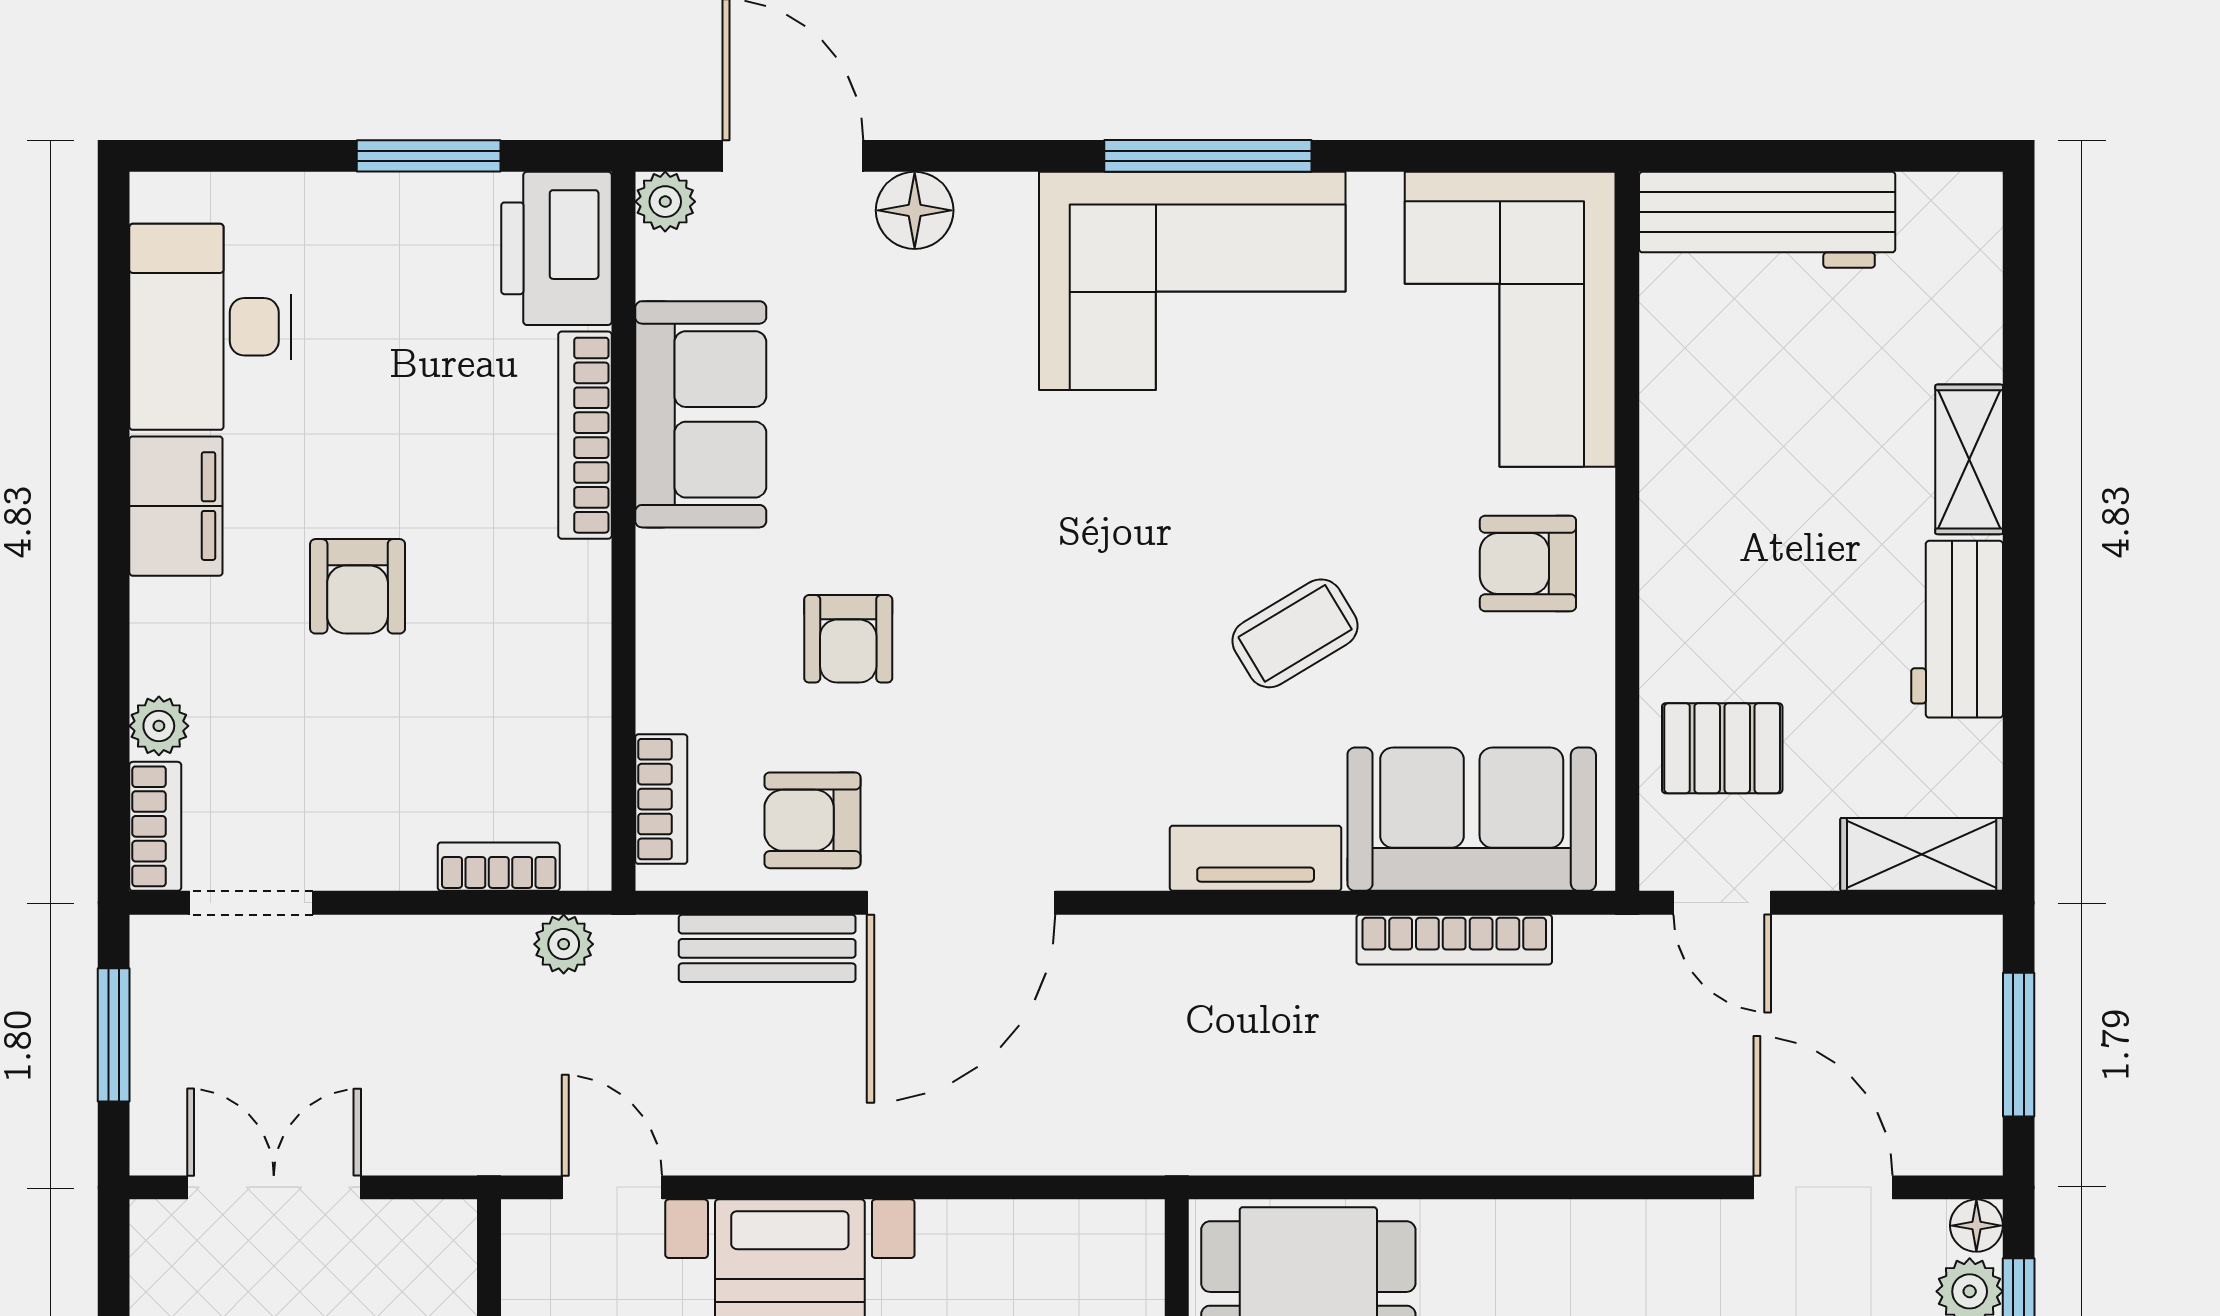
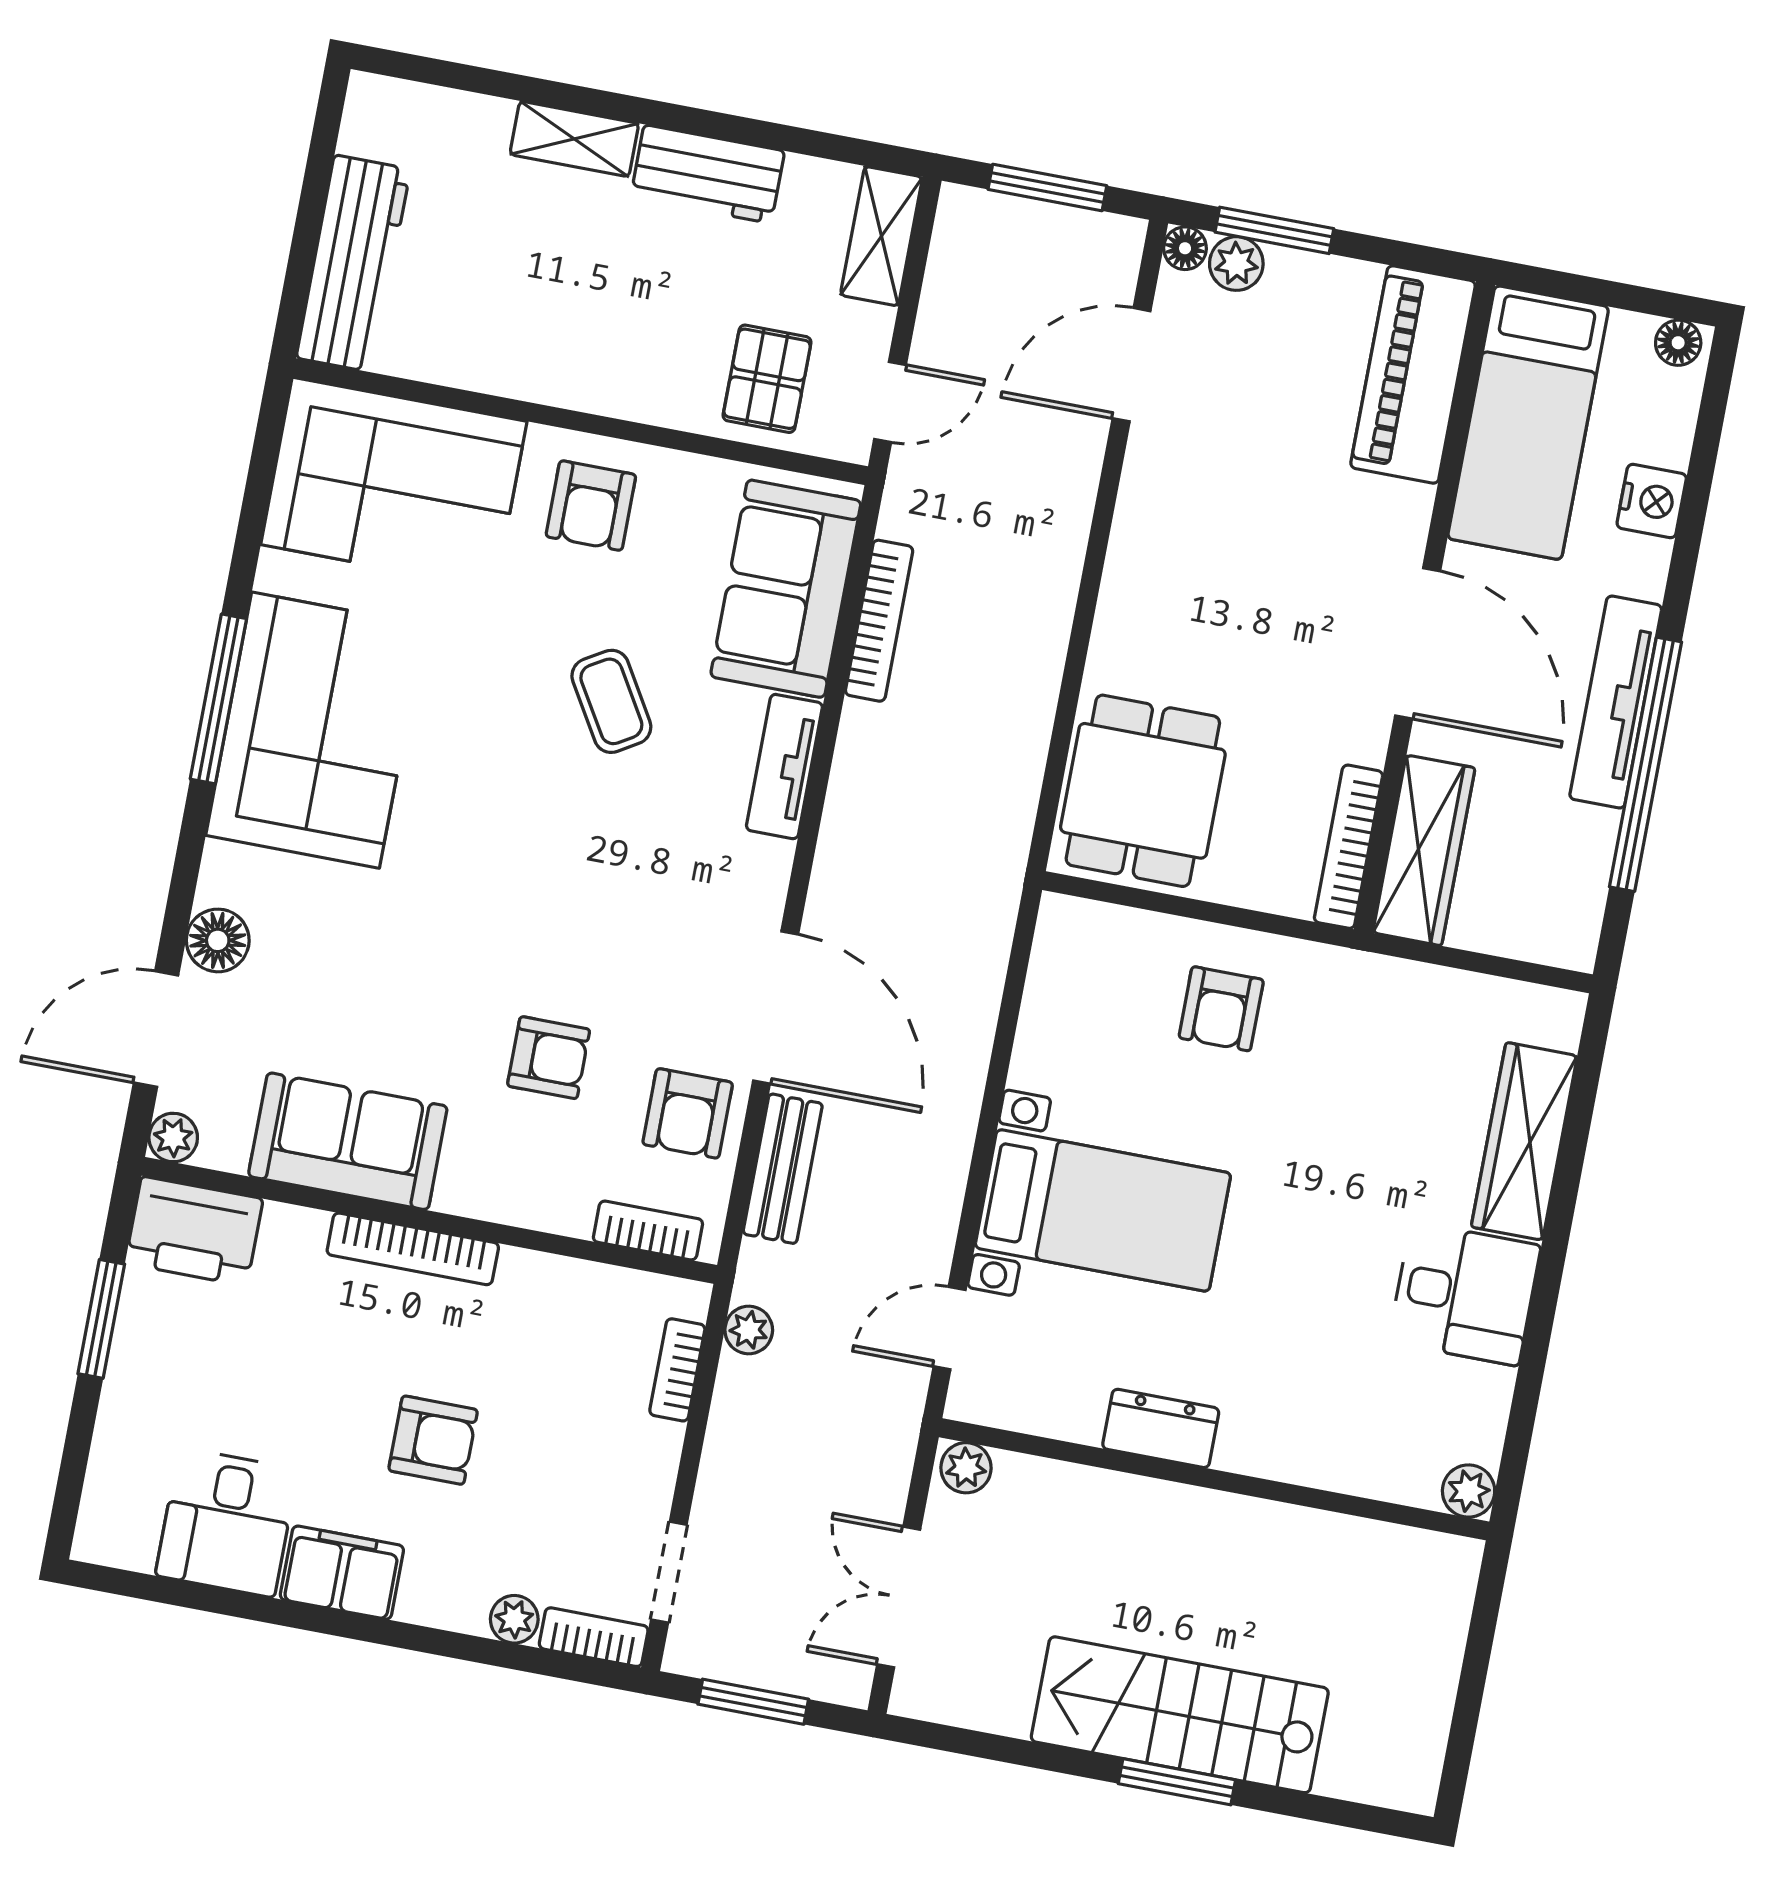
desk: (210, 327) -> (227, 1522), width x0.73
bookcase: (585, 435) -> (413, 1249), moved
plant: (446, 1239) -> (966, 1468), added

